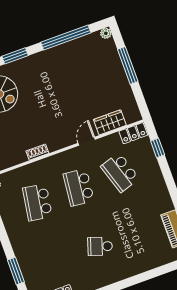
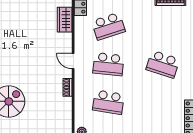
door: (87, 141) -> (73, 61), moved
school desk: (100, 246) -> (163, 64), width x1.85

